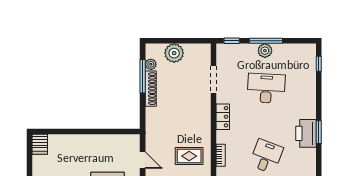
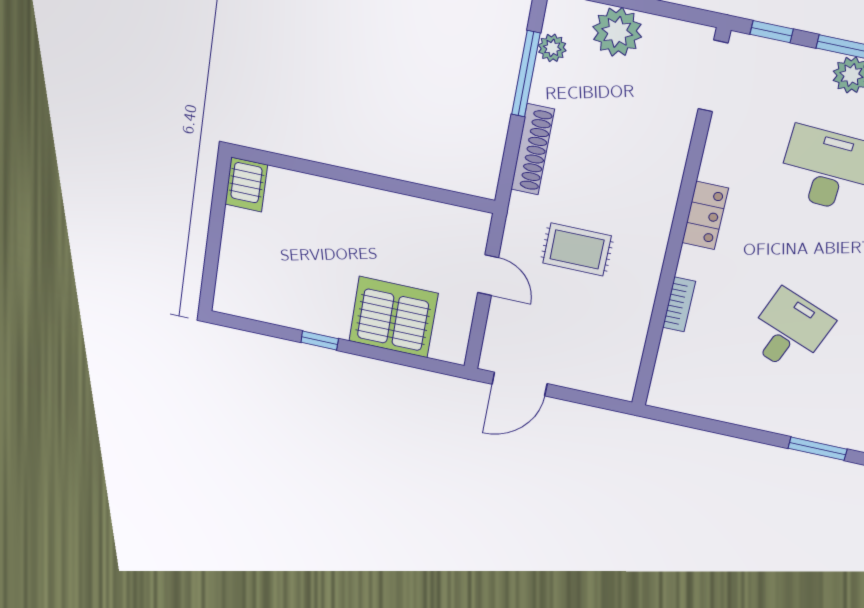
doorway: (214, 79) -> (713, 76), moved
shoe rack: (151, 89) -> (533, 149), moved
rug: (189, 156) -> (577, 249), moved

